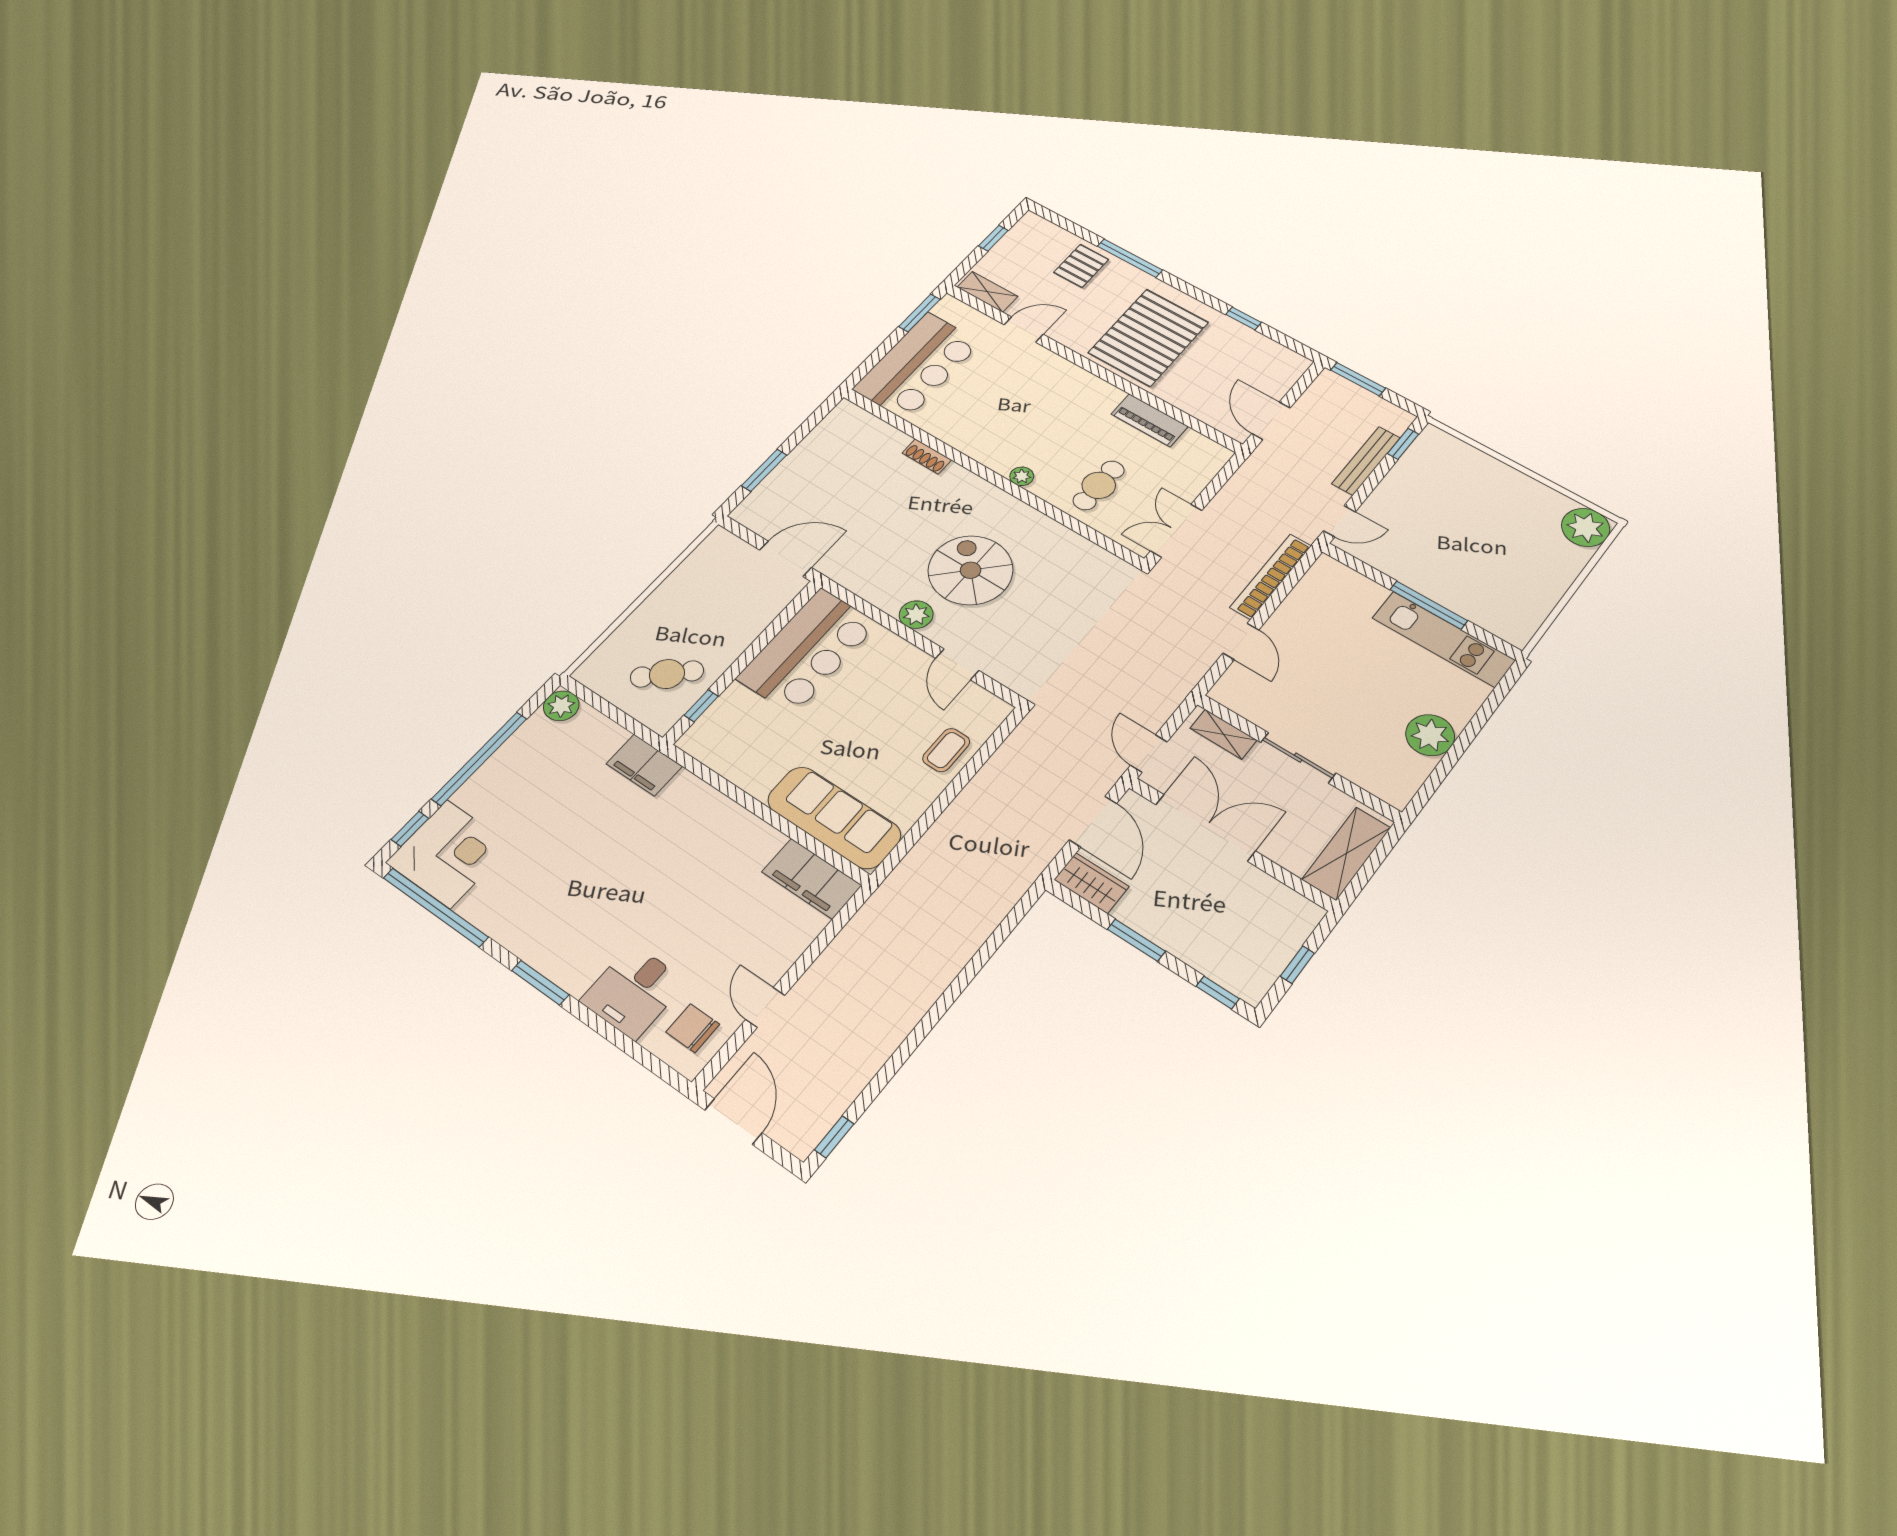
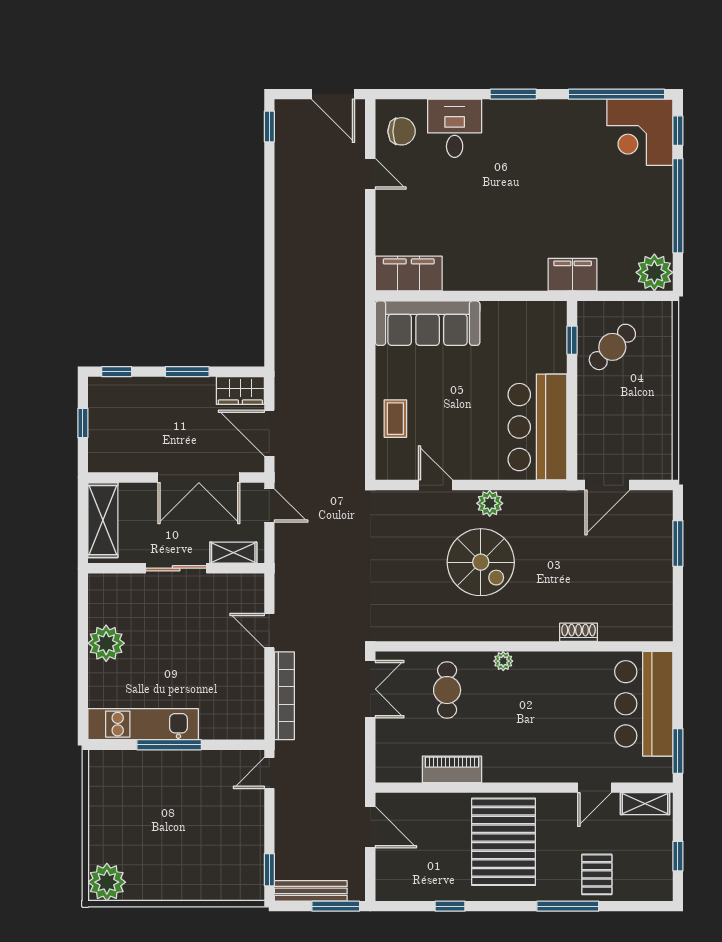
bench: (1366, 461) -> (311, 891), moved, turned 90
plant: (561, 706) -> (654, 272), width x1.36, depth x1.36

